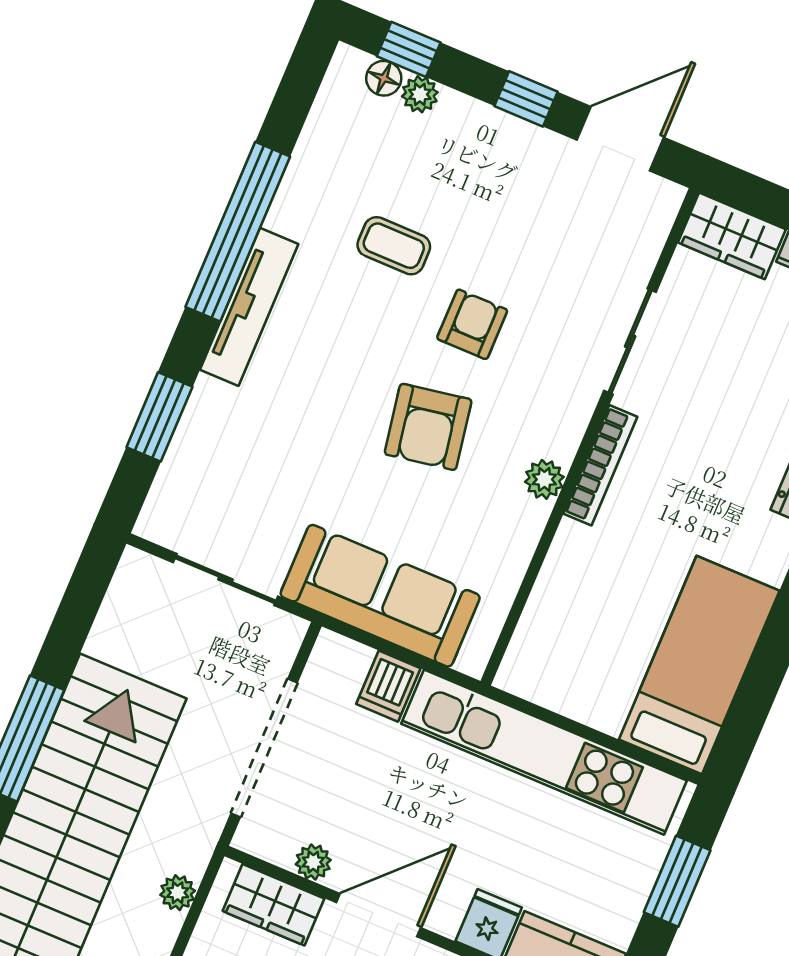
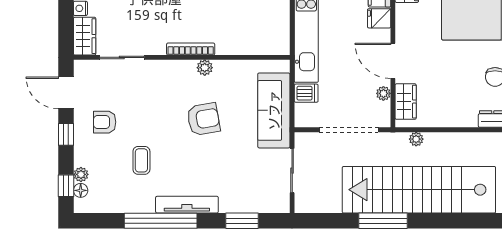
armchair: (472, 324) -> (105, 122), moved
sliding door: (630, 341) -> (122, 57), moved

